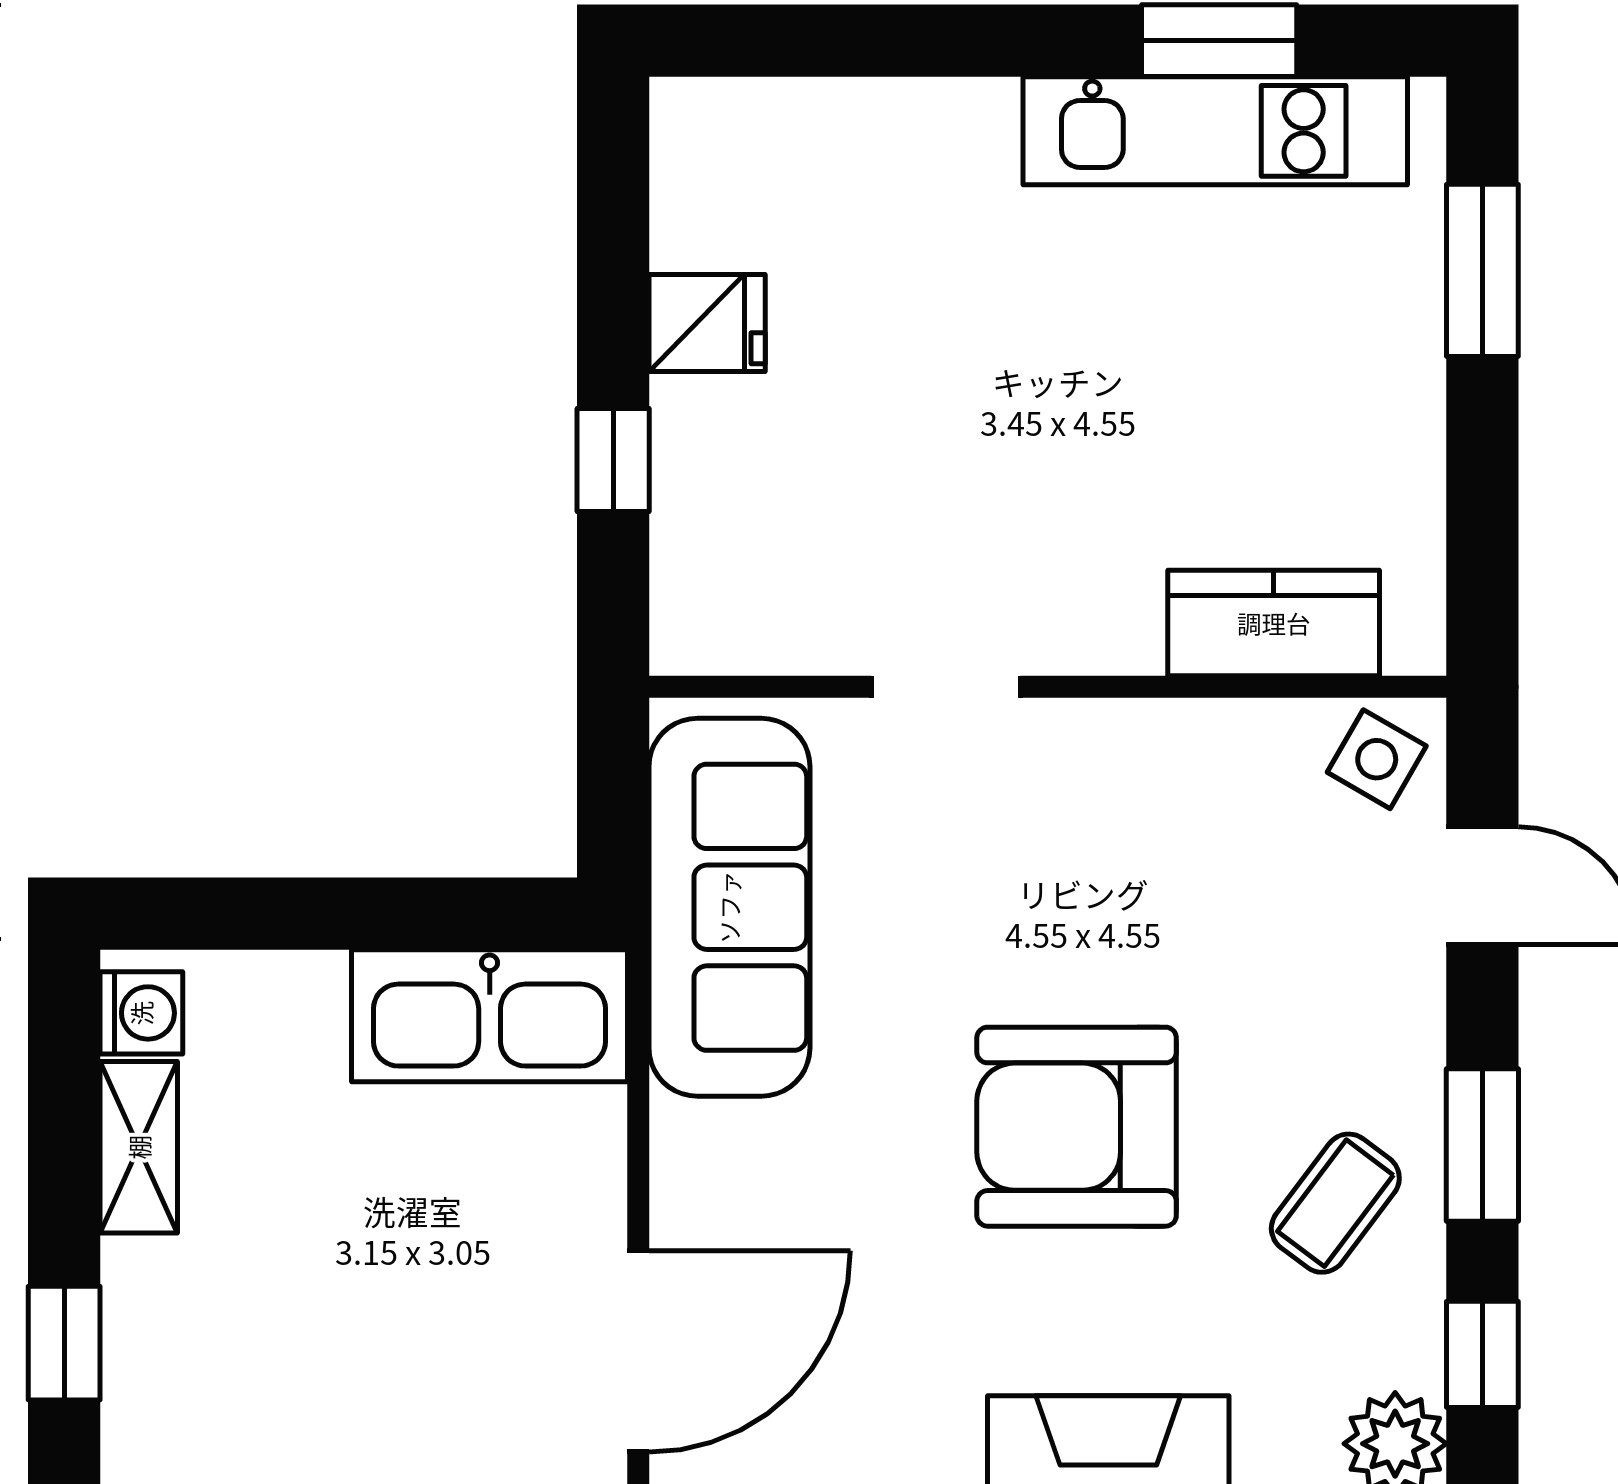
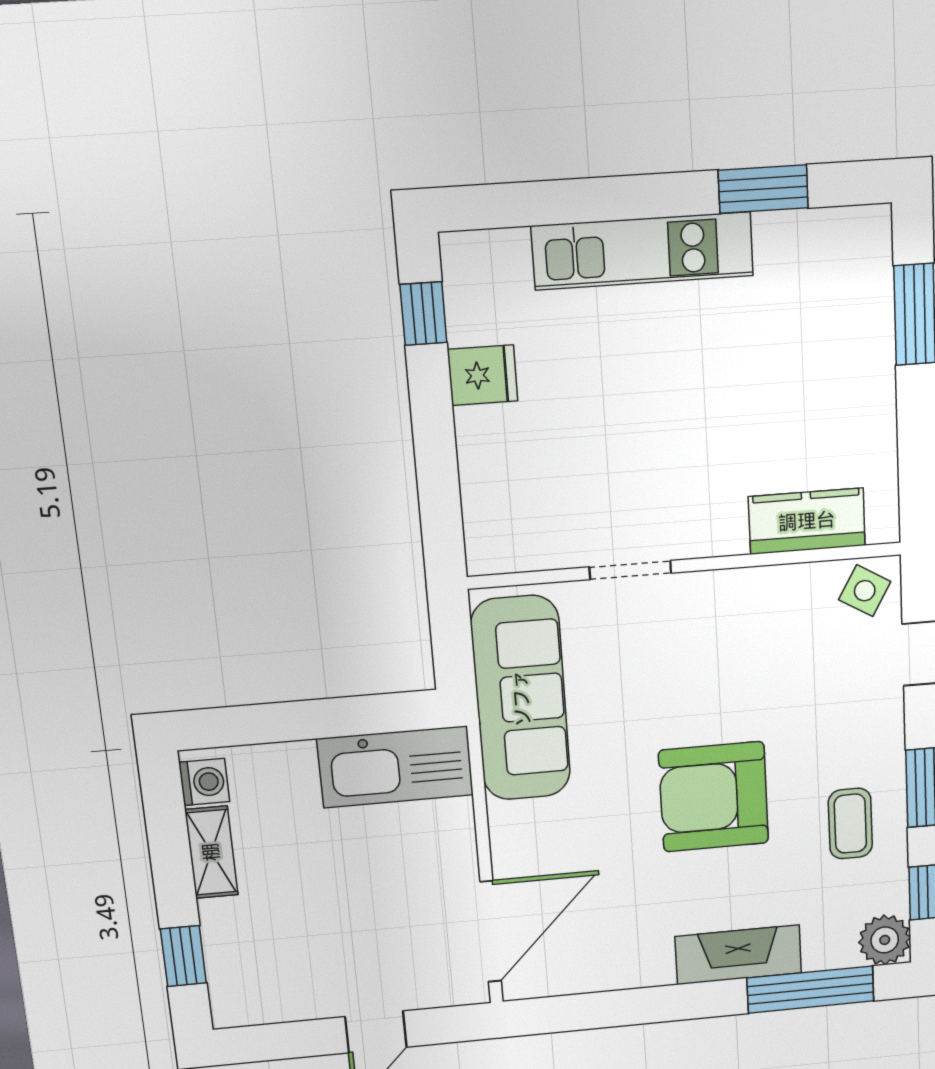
kitchen unit: (1215, 131) -> (643, 251), moved
window: (613, 460) -> (423, 314), moved
coffee table: (1335, 1203) -> (850, 824), turned -37

